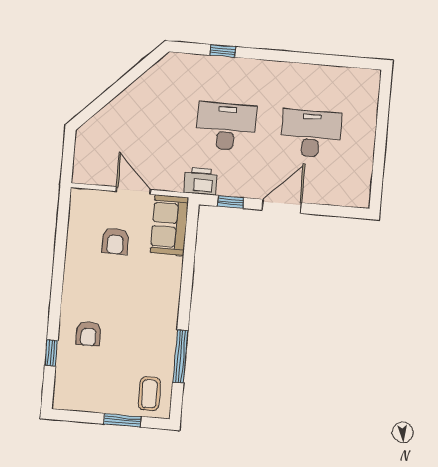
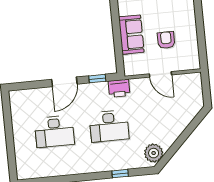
plant: (166, 73) -> (154, 153), added
sofa: (169, 225) -> (131, 35), moved

